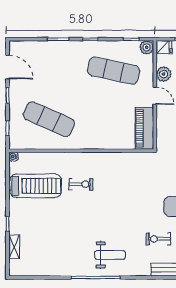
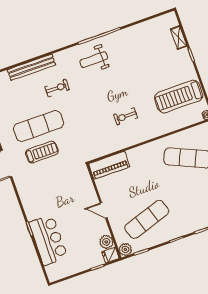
exercise mat: (114, 71) -> (147, 219), turned -30
plant: (164, 74) -> (106, 242), moved
piano: (144, 128) -> (109, 165), moved, turned 90
exercise bike: (81, 184) -> (126, 116), moved

